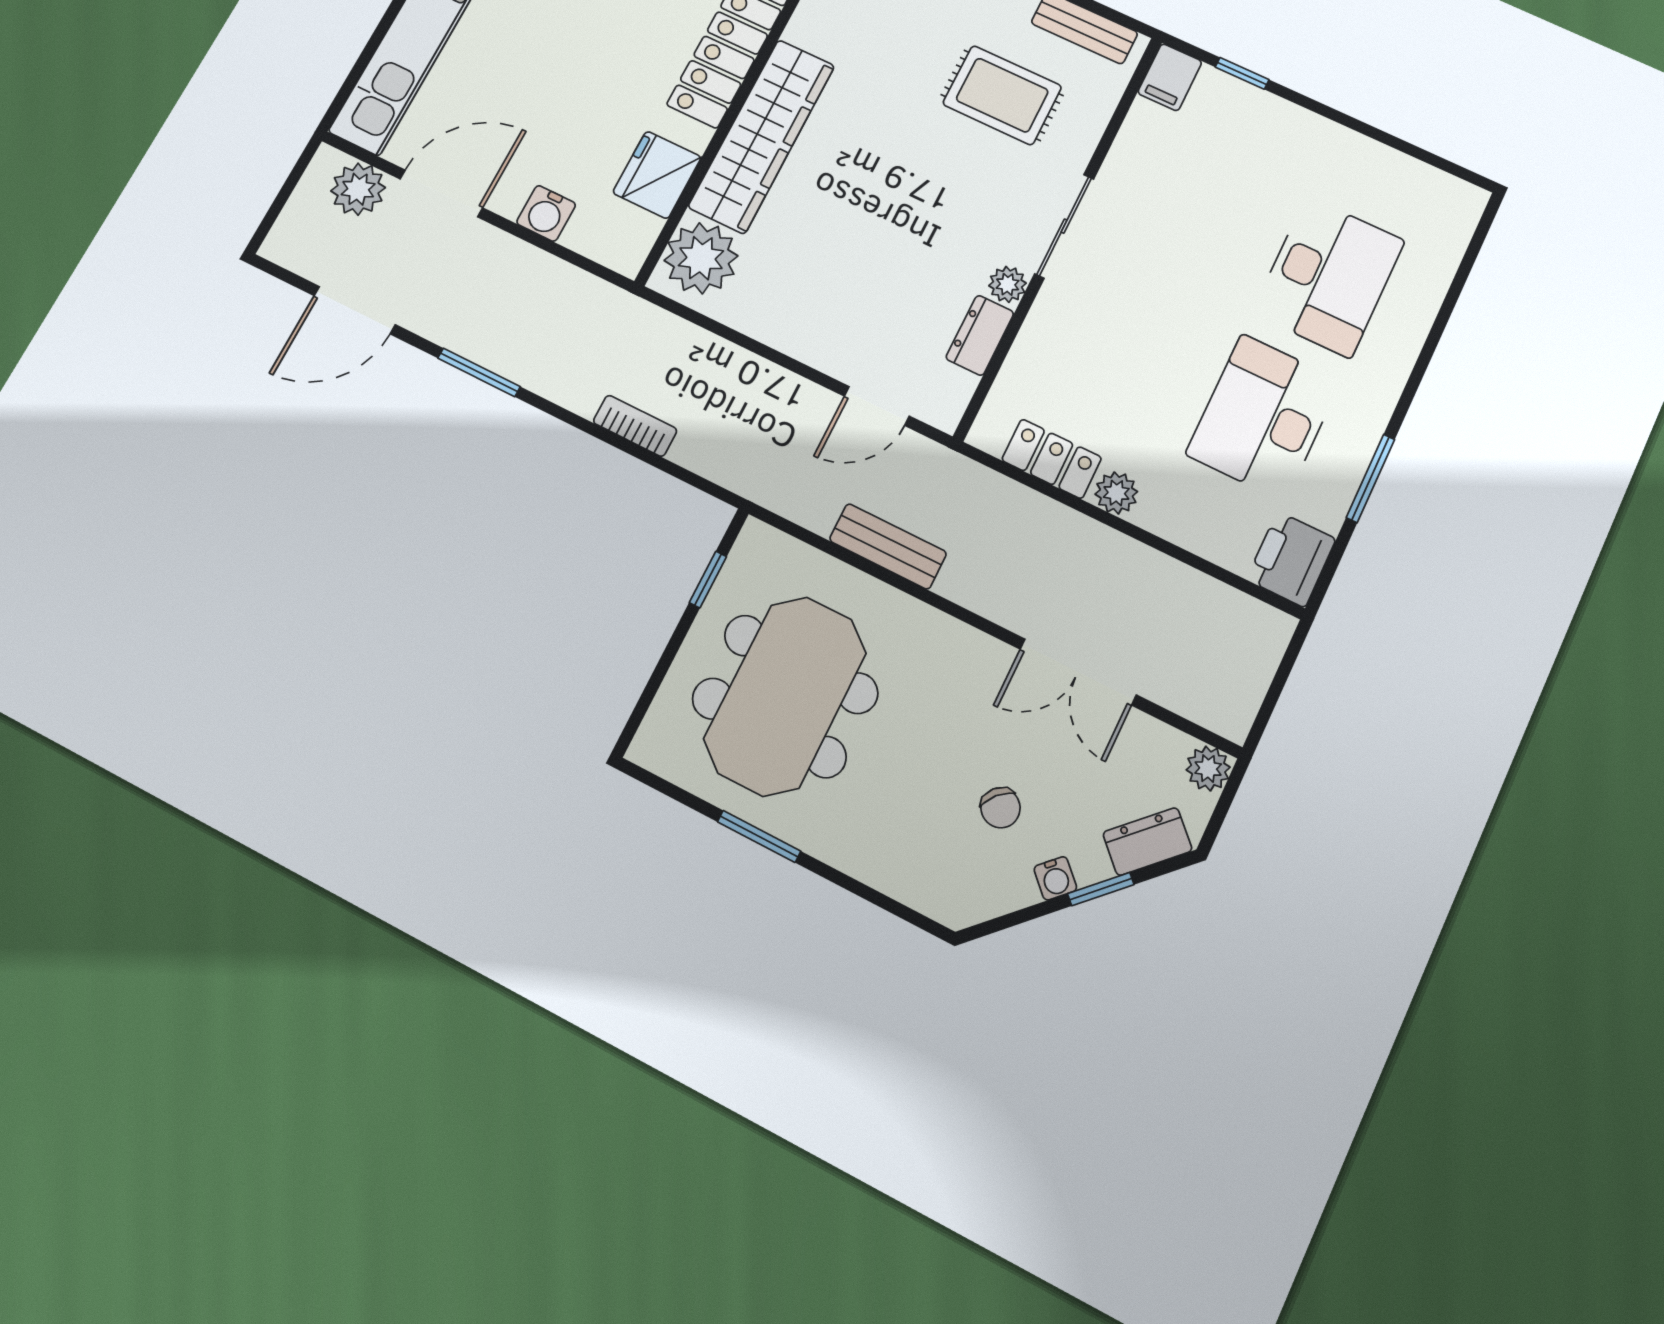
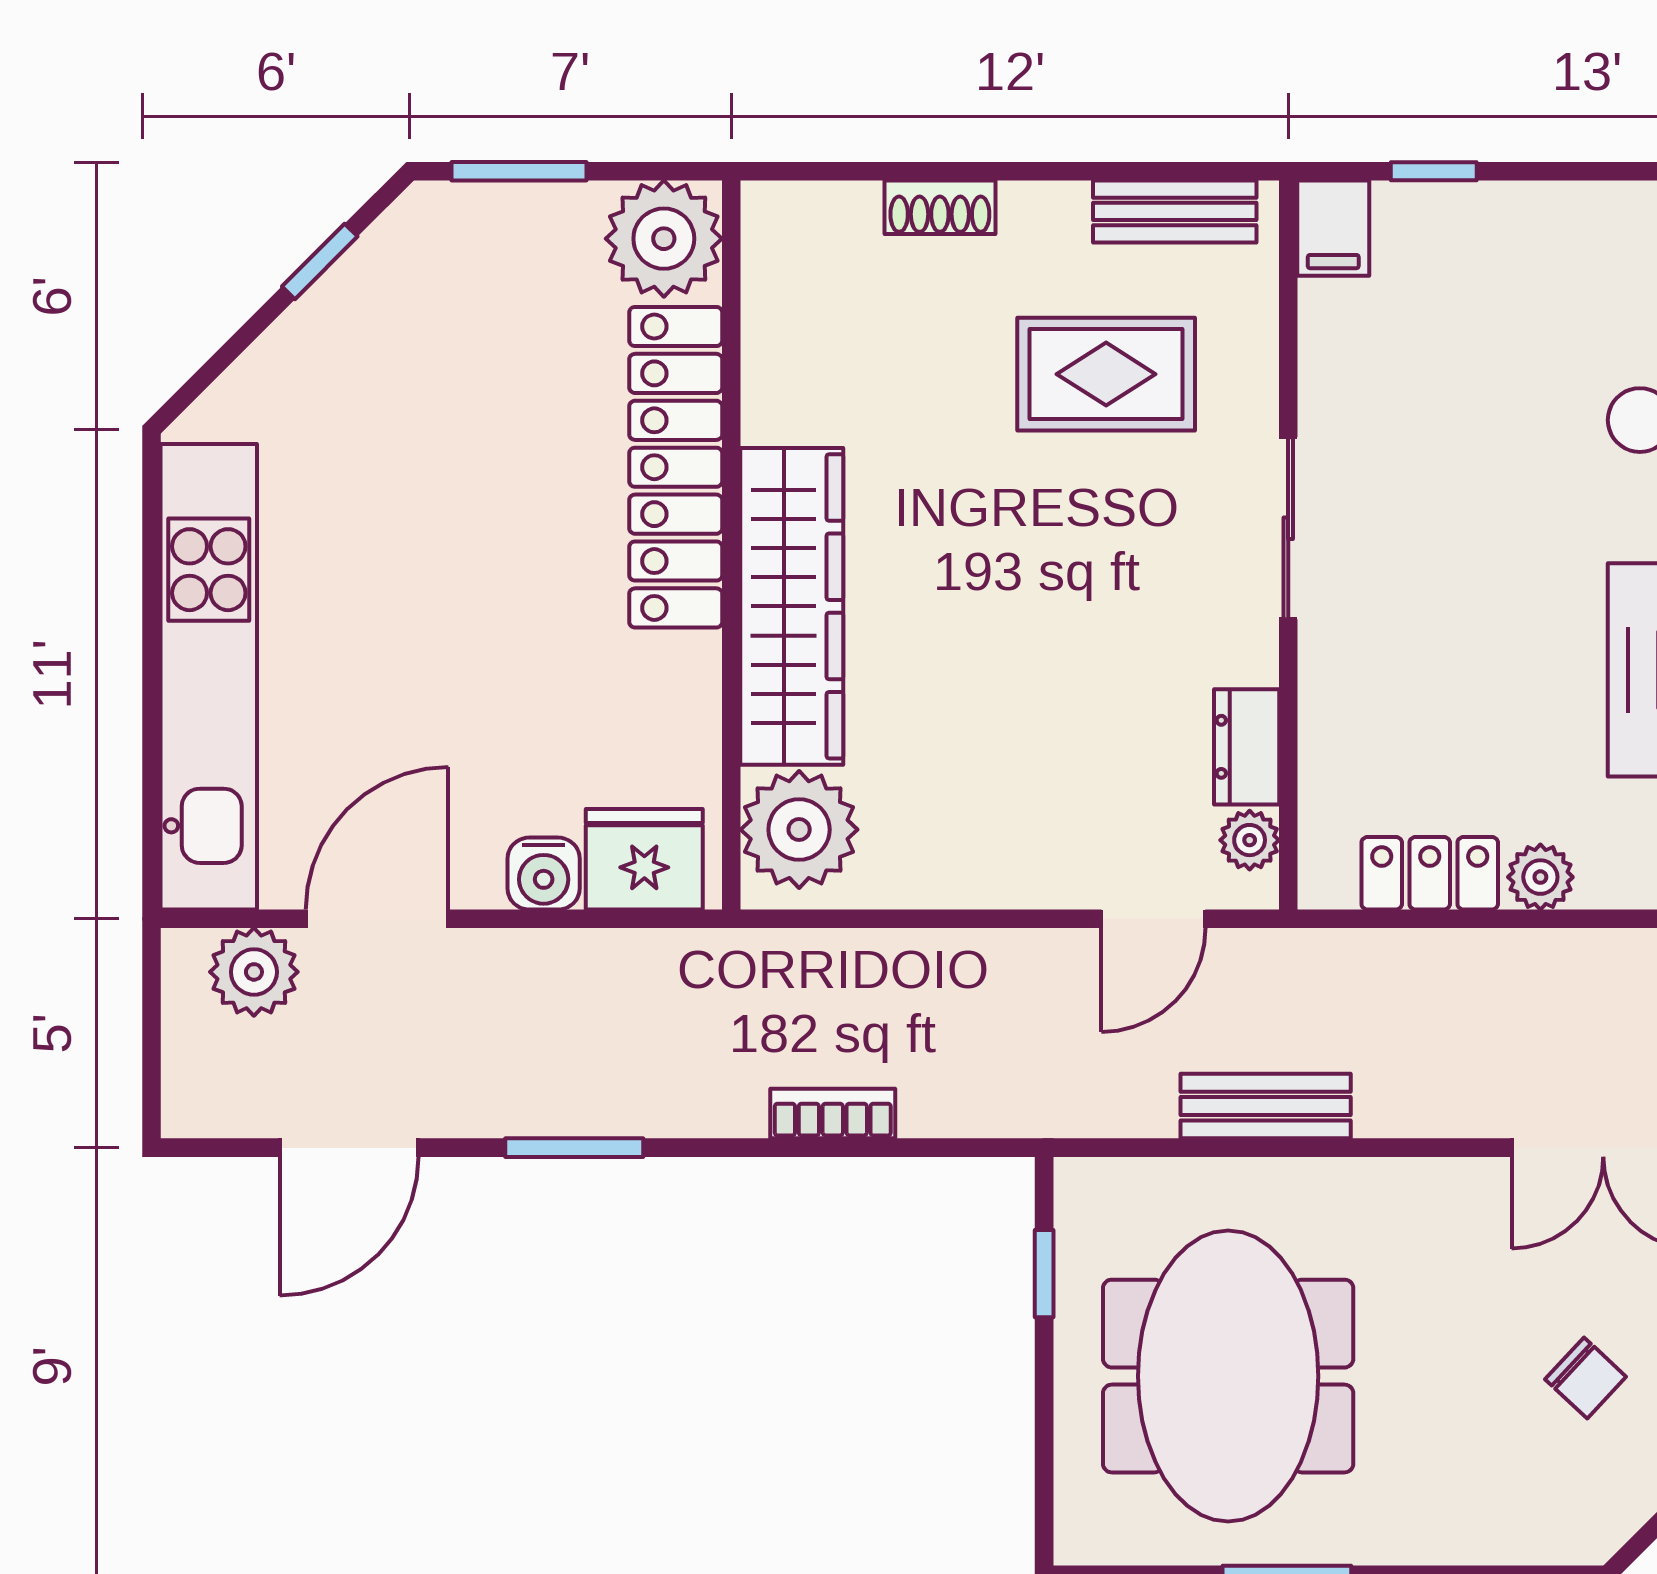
fridge: (657, 175) -> (644, 859), moved, turned 90
plant: (1008, 284) -> (1250, 840), moved

